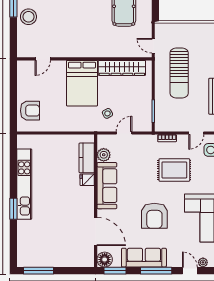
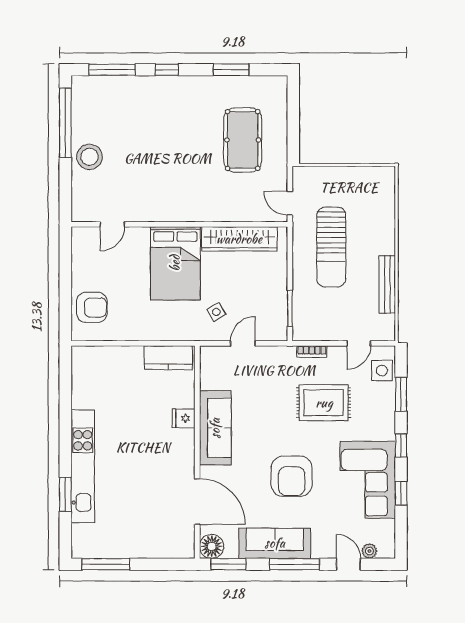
plant: (104, 155) -> (210, 378), removed
kitchen counter: (87, 158) -> (168, 358), moved, turned -90
kitchen unit: (24, 184) -> (83, 466), moved
window: (13, 209) -> (65, 494), moved

